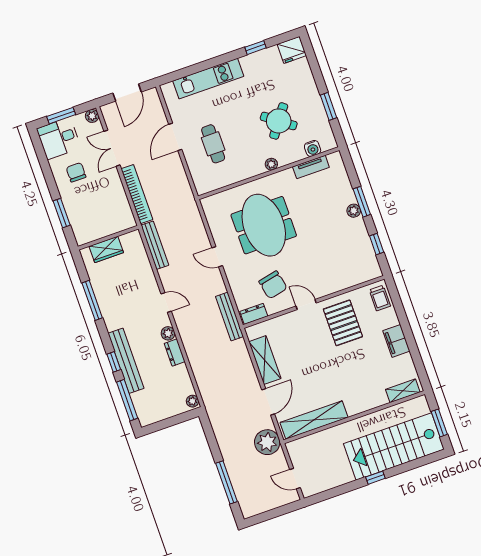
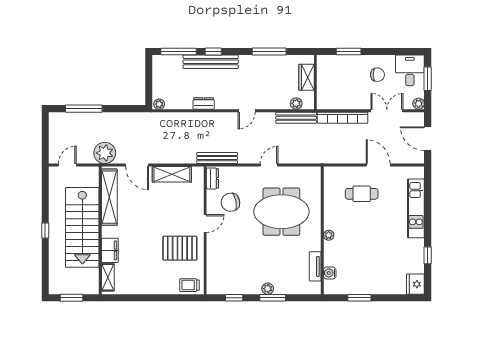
round table: (279, 121) -> (362, 253), removed
plant: (168, 333) -> (296, 103), moved
filing cabinet: (396, 341) -> (110, 250), moved, turned 90
stairs: (394, 446) -> (82, 227), moved, turned 180

